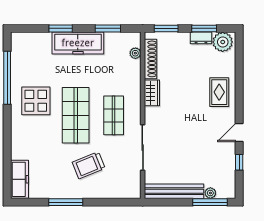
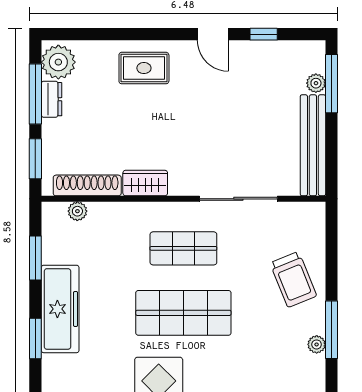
window: (204, 28) -> (35, 94), width x1.44
trolley: (89, 165) -> (293, 279), moved
plant: (57, 193) -> (317, 344), added

